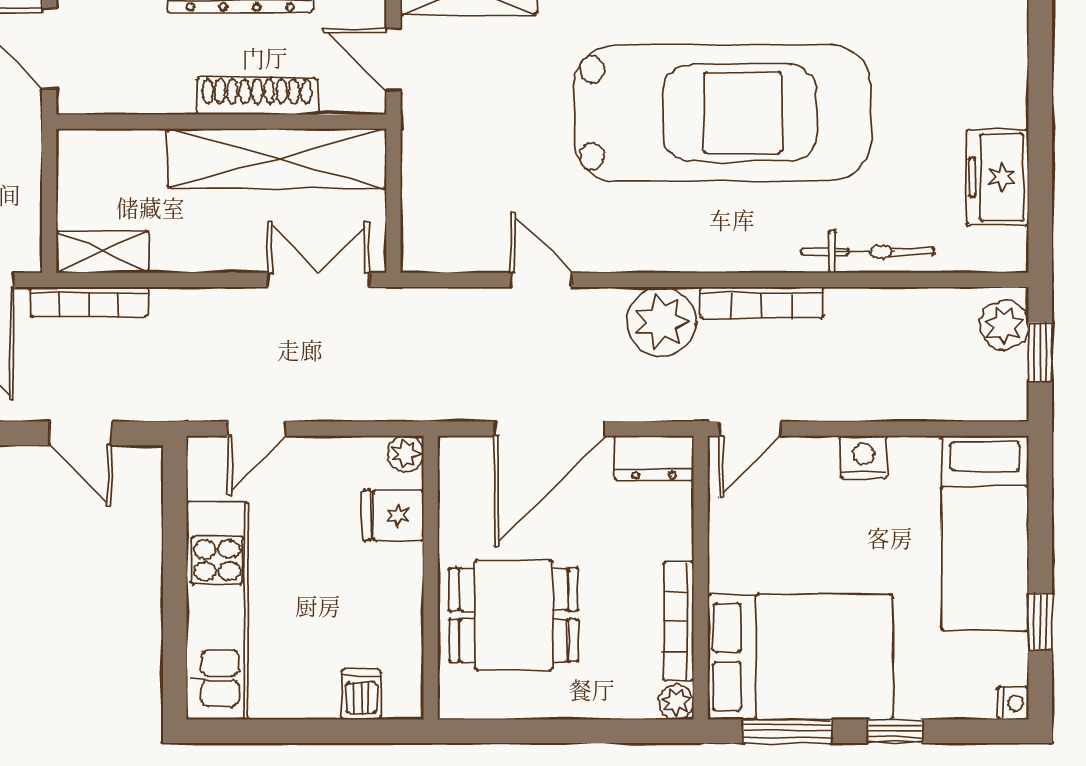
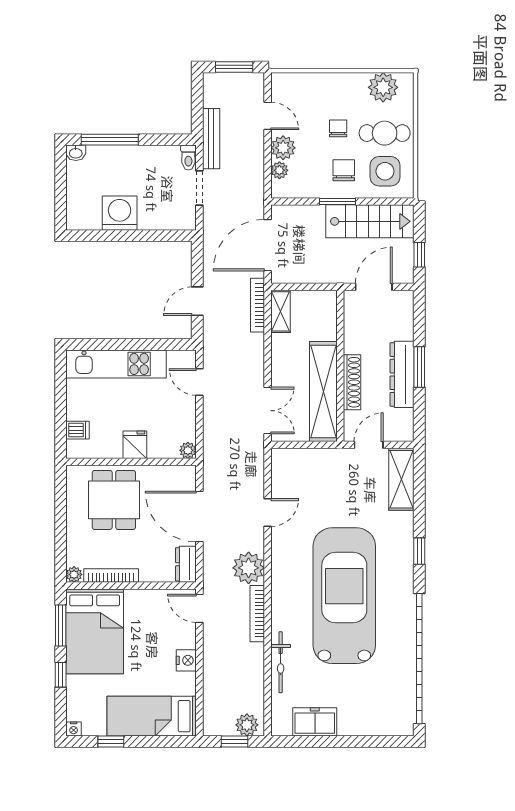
car: (722, 113) -> (344, 596), turned 180
fridge: (393, 515) -> (135, 445), moved

